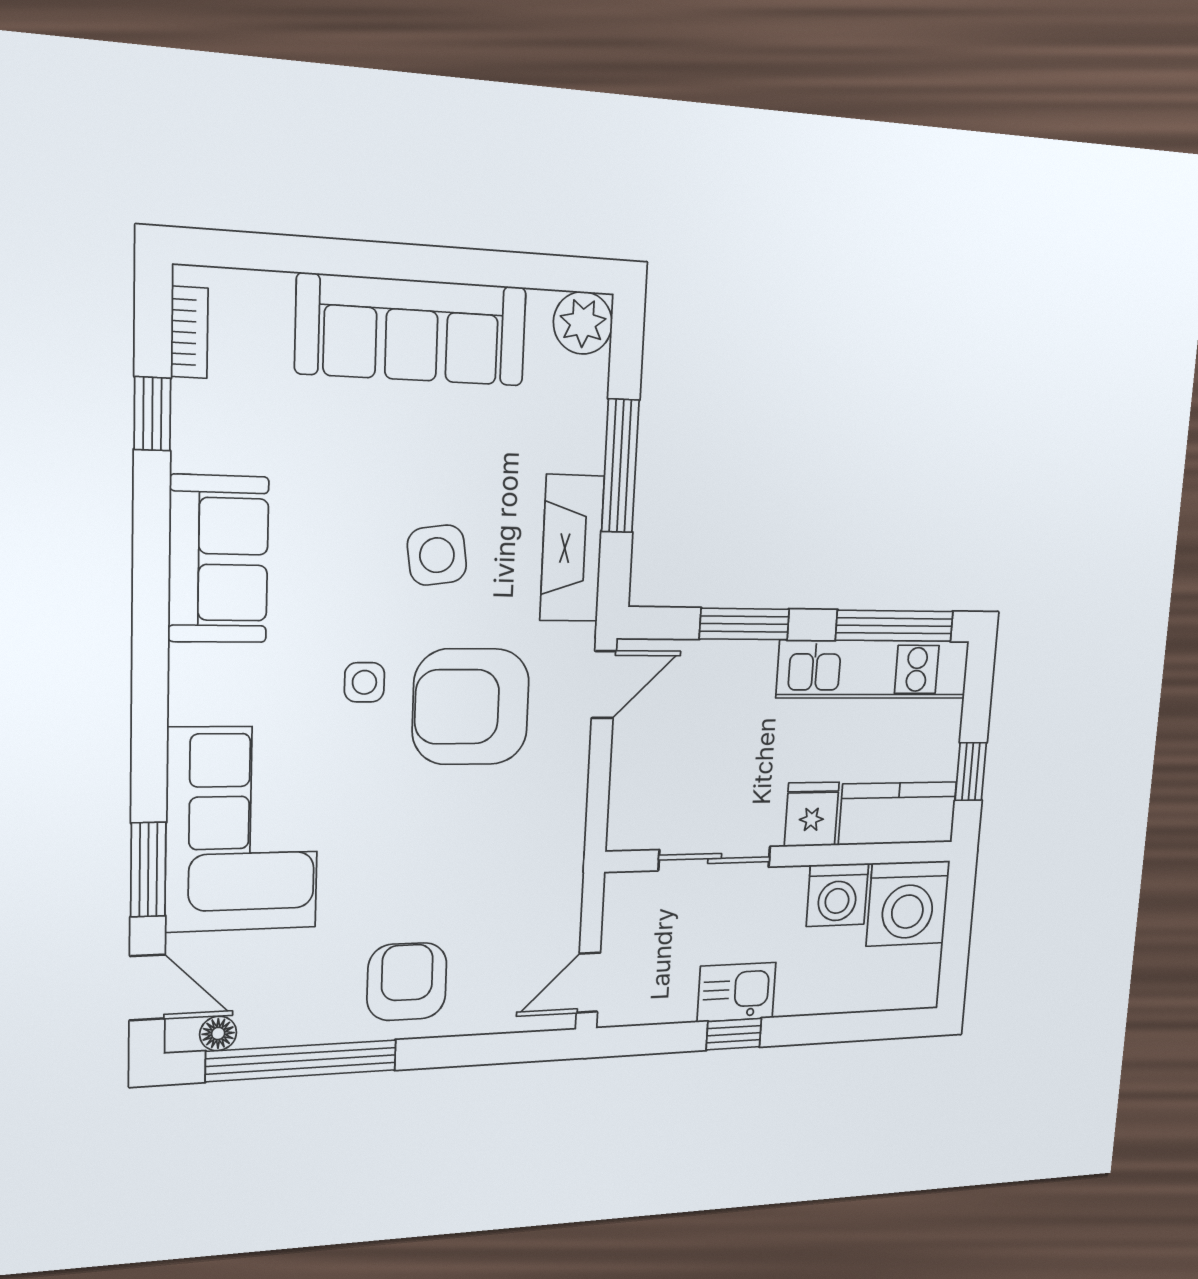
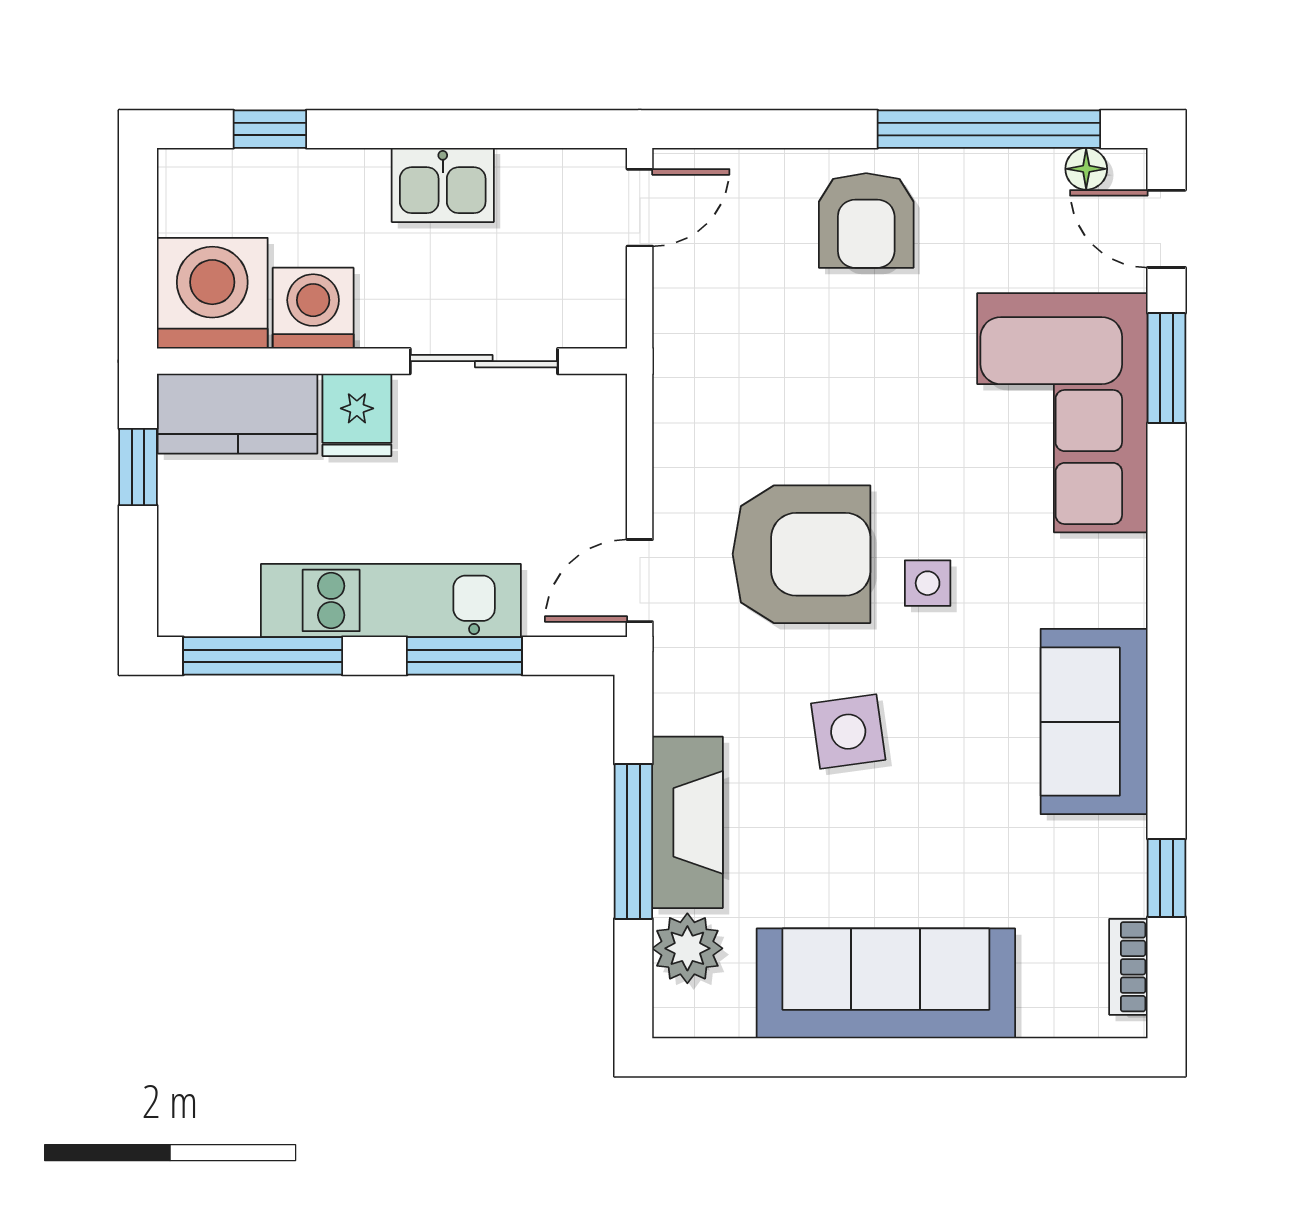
plant: (583, 323) -> (687, 948), moved
fireplace: (572, 548) -> (688, 822), moved
kitchen unit: (874, 669) -> (391, 600), moved
window: (734, 1034) -> (270, 129), moved

